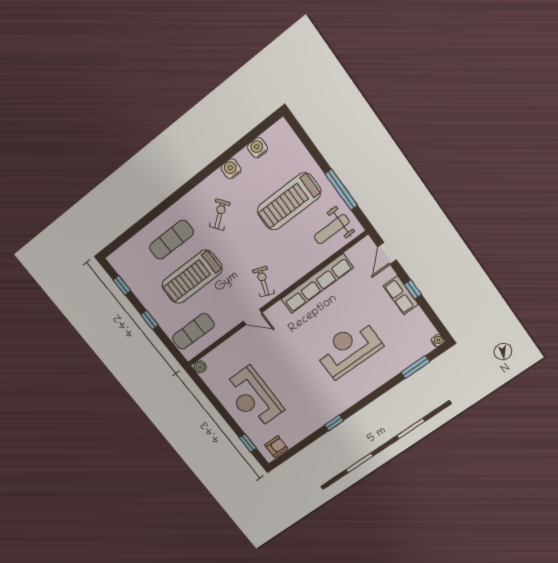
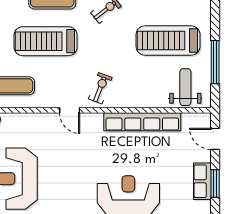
weight bench: (332, 229) -> (185, 87), turned 90
door: (387, 253) -> (215, 139), hinge flipped
window: (413, 289) -> (215, 183), width x1.50

